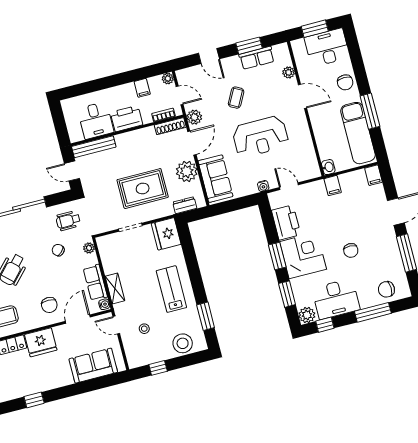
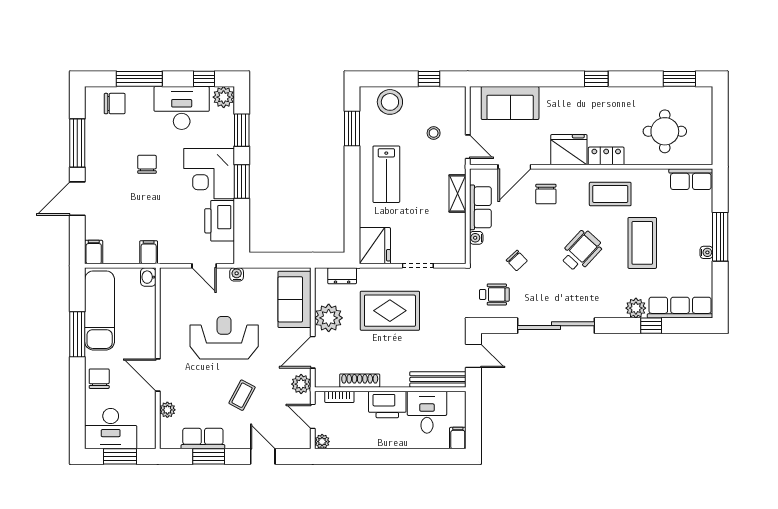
filing cabinet: (142, 88) -> (458, 438), moved
shoe rack: (170, 126) -> (360, 381), moved
plant: (89, 248) -> (477, 253), removed
water cooler: (104, 304) -> (476, 238), moved
chair: (49, 305) -> (546, 194), turned 180

